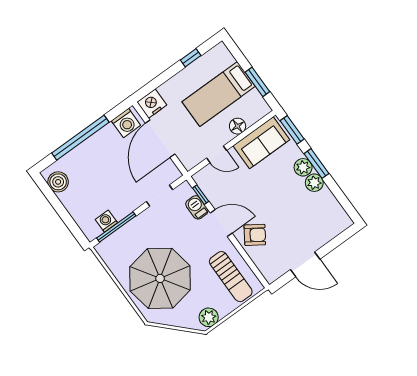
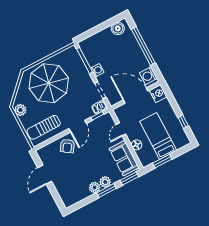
barbecue: (197, 207) -> (99, 107), moved
washing machine: (106, 221) -> (97, 70), moved

